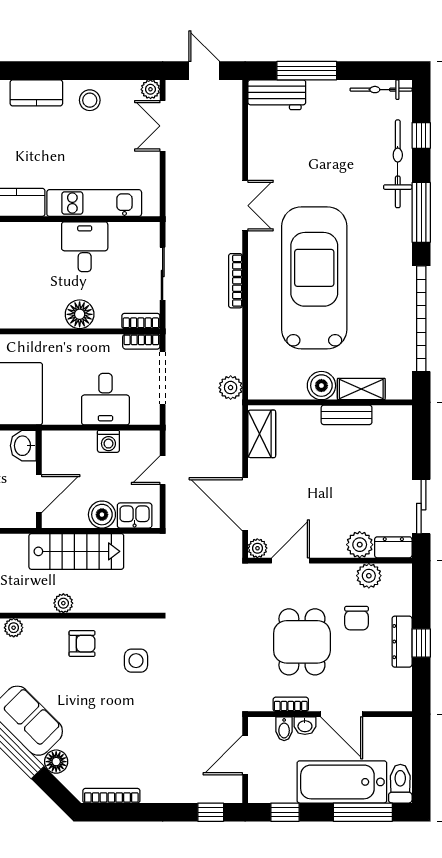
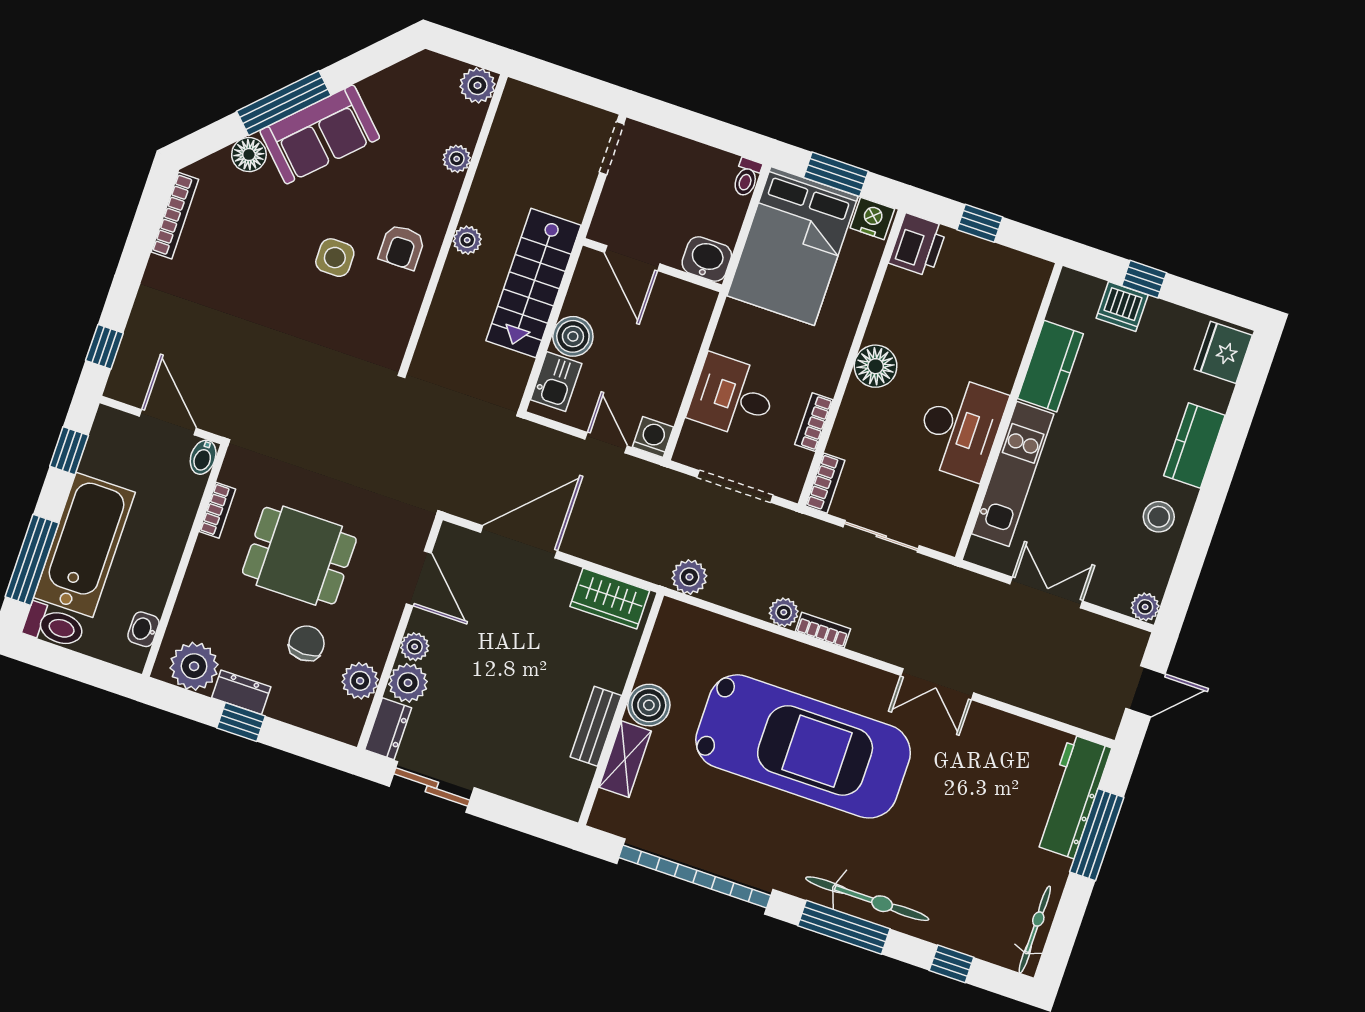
workbench: (277, 95) -> (1072, 796), width x1.37
double door: (163, 126) -> (1046, 592), moved
bicycle: (398, 164) -> (867, 899), moved
desk: (85, 247) -> (960, 428), width x1.37
bookcase: (235, 281) -> (823, 630), width x0.64
floor lamp: (80, 314) -> (876, 366), moved
plant: (233, 319) -> (784, 612), added
bookcase: (141, 342) -> (814, 422), moved
washing machine: (108, 441) -> (653, 437), moved, turned 90
plant: (257, 548) -> (415, 647), moved
chair: (357, 618) -> (307, 643), turned 90
dresser: (402, 642) -> (241, 692), width x0.70
side table: (136, 661) -> (335, 258), moved
plant: (396, 685) -> (194, 666), added
door: (342, 714) -> (179, 577), removed
washbasin: (305, 726) -> (143, 629), moved
bidet: (284, 729) -> (203, 457), moved, turned -90

